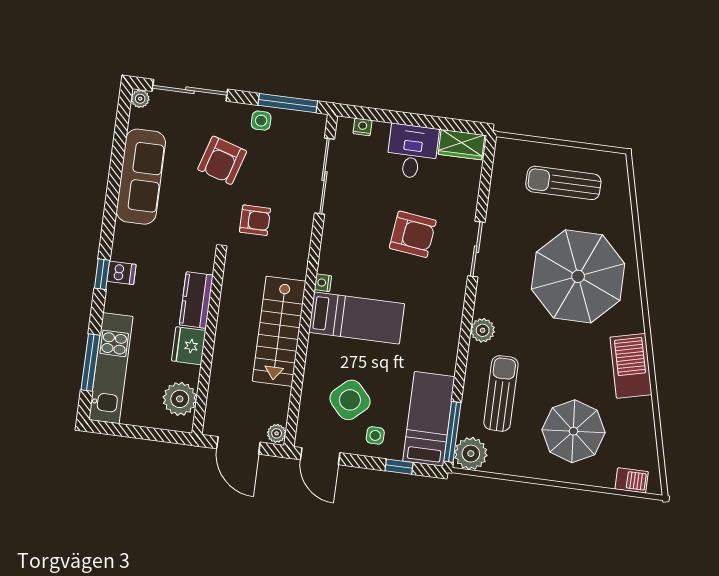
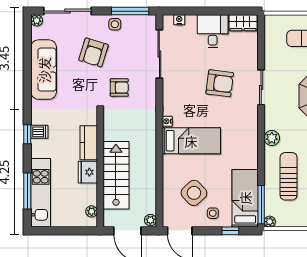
stairs: (279, 331) -> (116, 175), moved, turned 180
plant: (180, 399) -> (92, 211), width x0.53, depth x0.53
plant: (471, 454) -> (270, 222), width x0.53, depth x0.53

